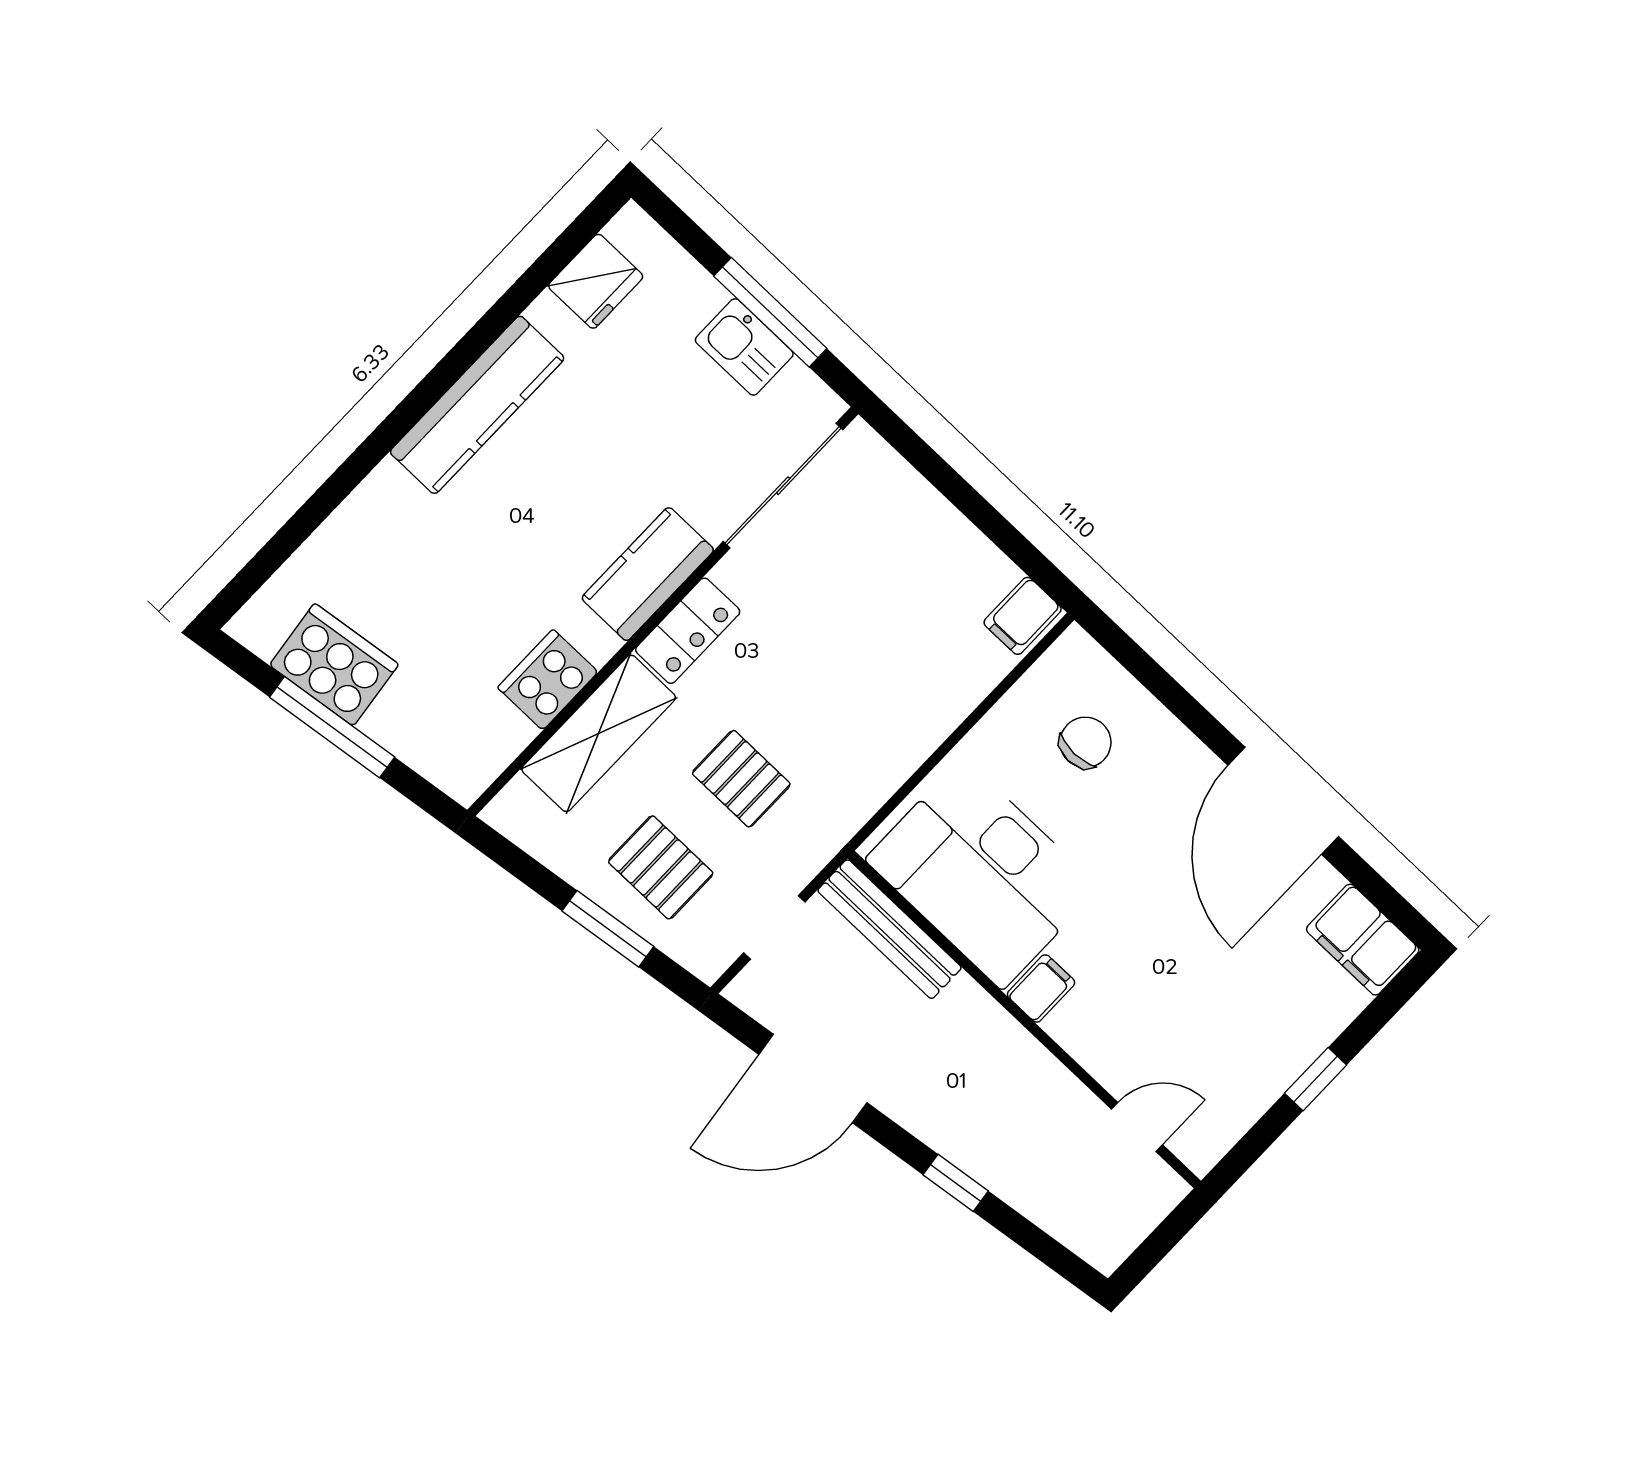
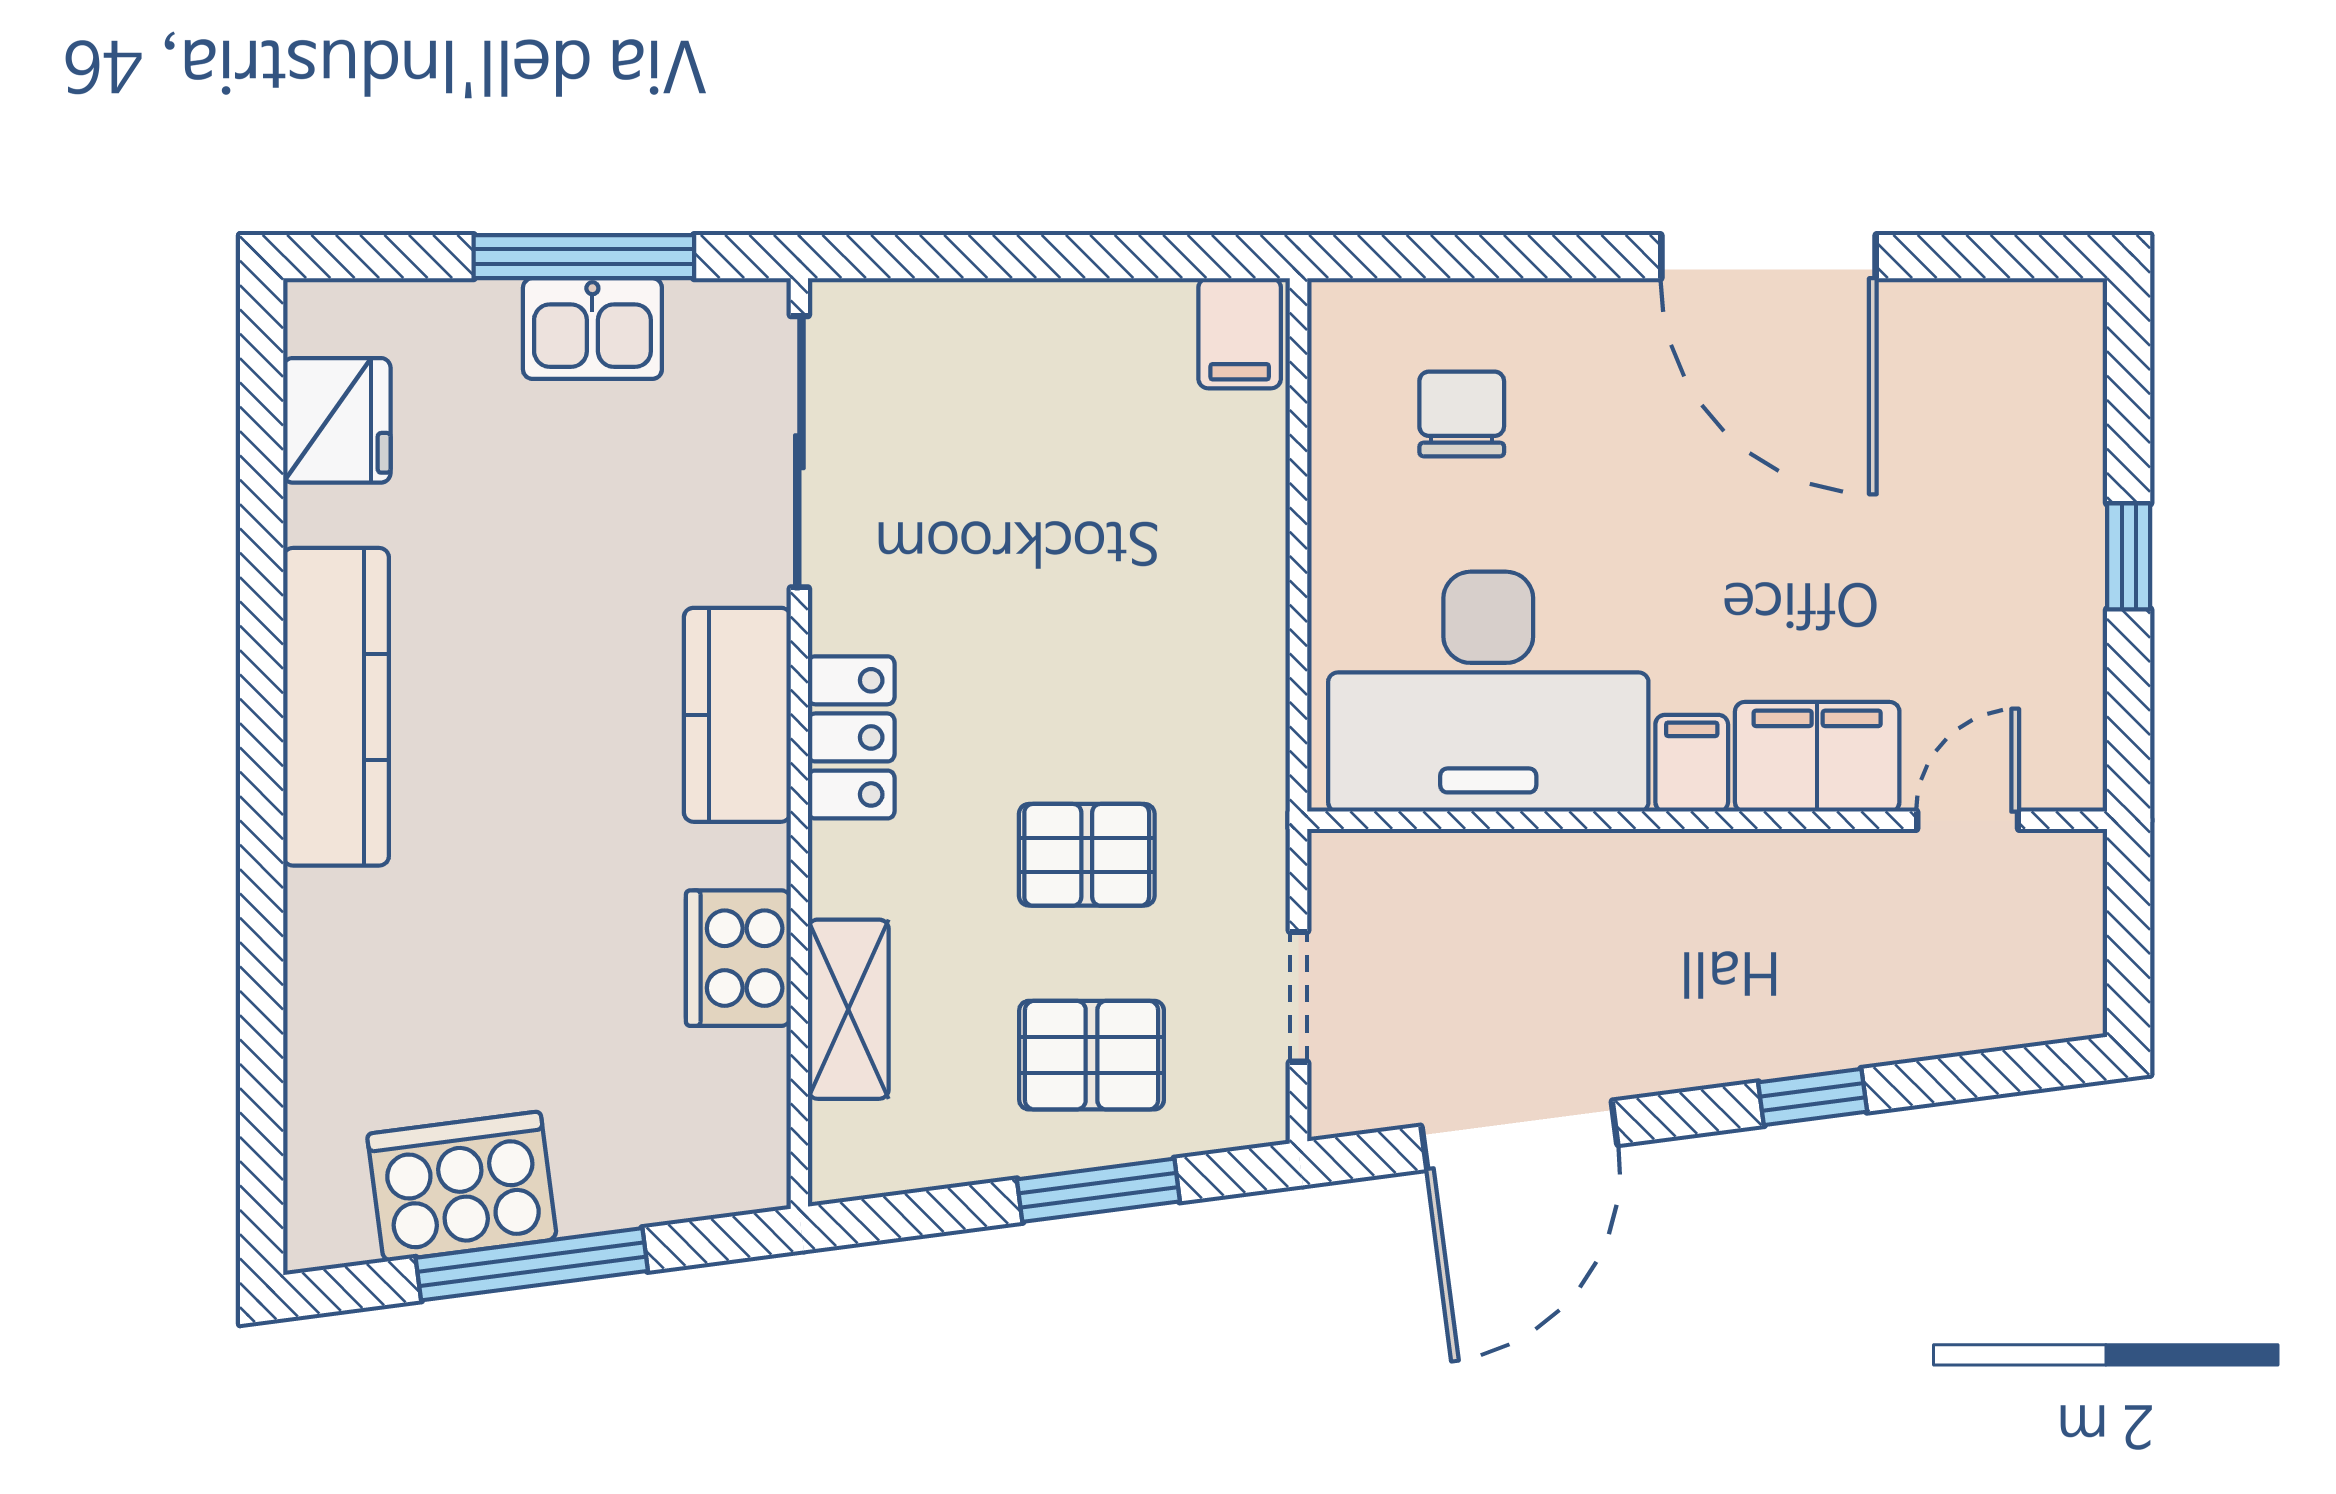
shelving: (599, 733) -> (848, 1009), width x0.67, depth x0.75
bench: (890, 929) -> (1440, 866), removed
filing cabinet: (1363, 940) -> (1817, 757), moved, turned 180

